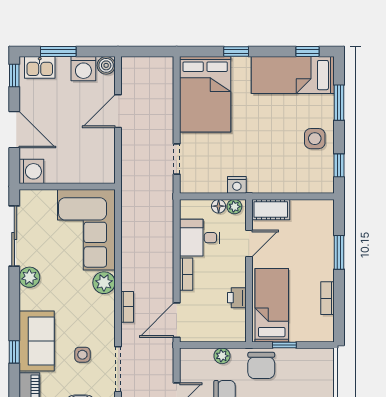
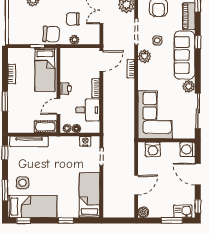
washing machine: (83, 69) -> (153, 149), moved, turned 180
bed: (205, 94) -> (89, 195), width x0.67
side table: (315, 139) -> (23, 183), moved
nightstand: (237, 185) -> (85, 141), moved
tv unit: (298, 185) -> (29, 141), added
plant: (104, 283) -> (145, 56), moved
printer: (237, 298) -> (66, 89), moved
sofa: (37, 341) -> (185, 55), width x1.36
chair: (261, 365) -> (51, 34), turned 93

